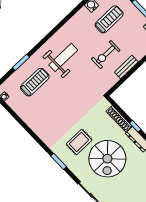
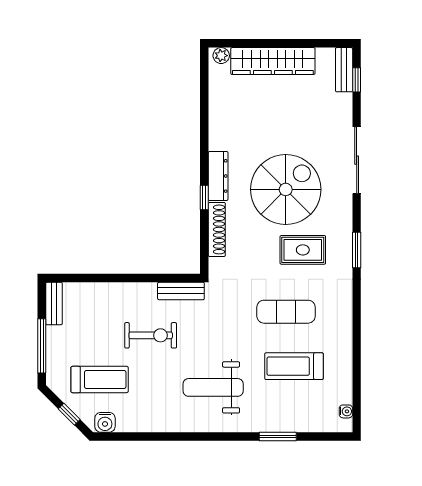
treadmill: (109, 19) -> (100, 379), turned 180
bench: (126, 67) -> (181, 291), moved
treadmill: (35, 82) -> (294, 366), moved
exercise mat: (63, 112) -> (286, 312), added

